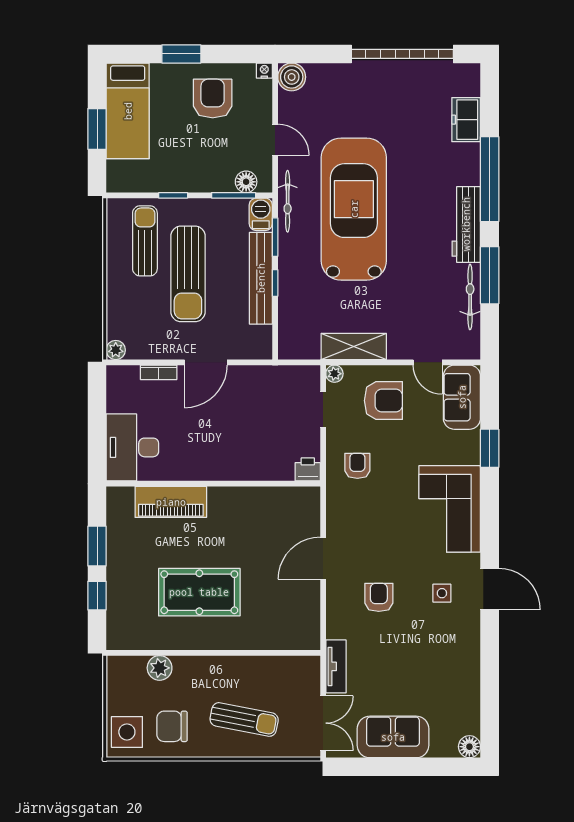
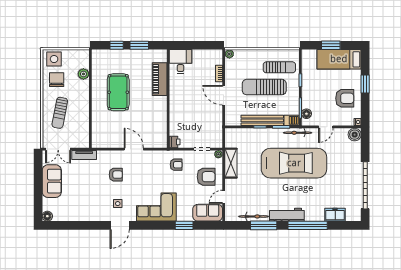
armchair: (383, 401) -> (206, 177), turned -90
desk: (132, 447) -> (180, 62), width x0.73

